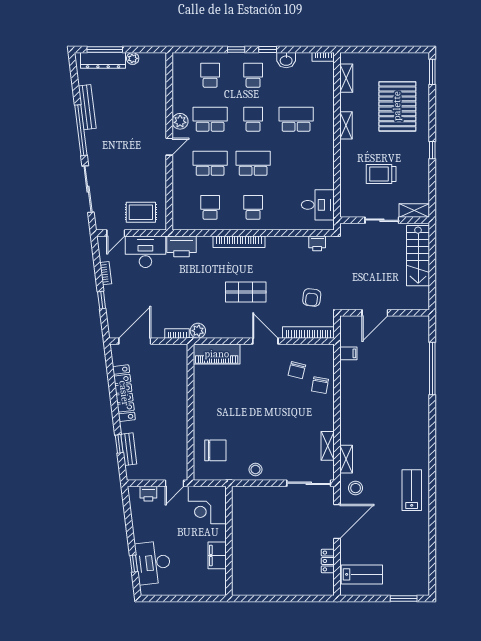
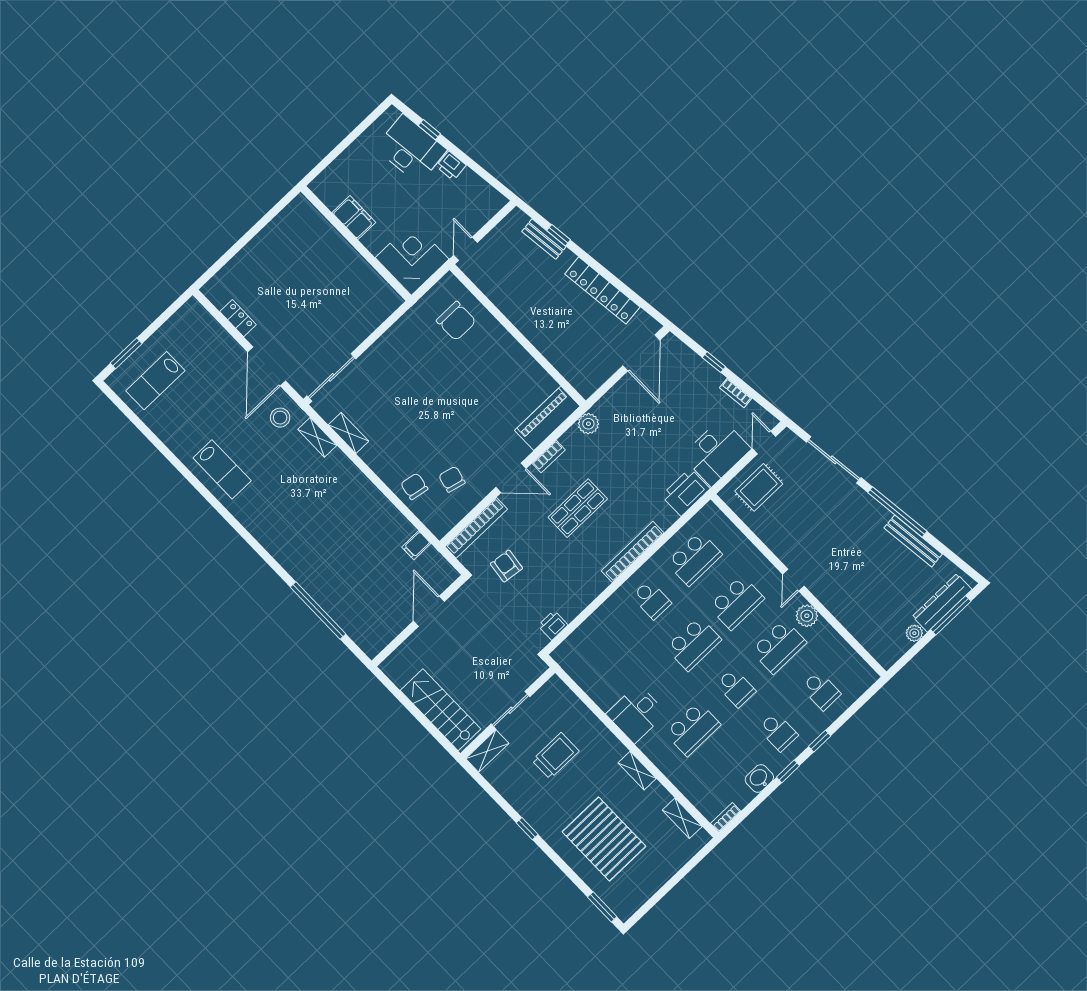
desk: (318, 205) -> (636, 714), moved
school desk: (210, 207) -> (694, 559), width x1.85
bookcase: (177, 333) -> (549, 457), moved
chair: (215, 450) -> (456, 321), turned -90
stool: (255, 470) -> (398, 340), removed
printer: (148, 494) -> (451, 166), moved, turned -97
lab bench: (362, 574) -> (155, 381), moved

